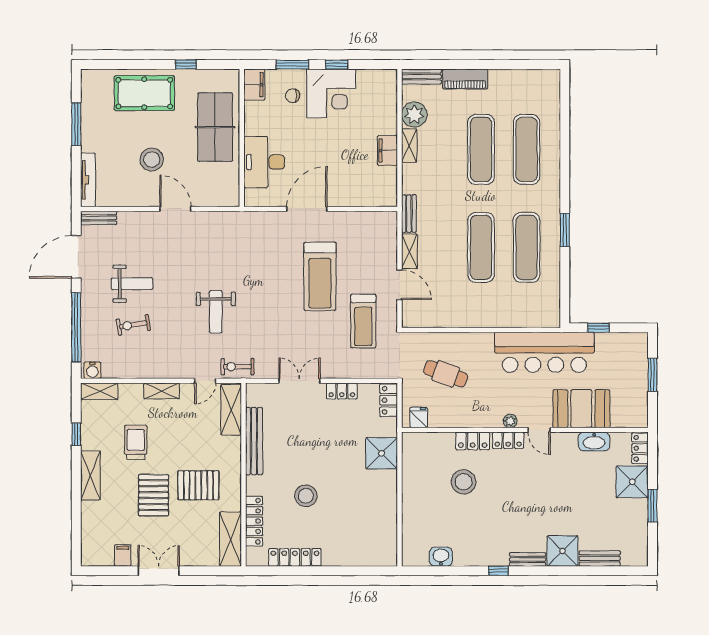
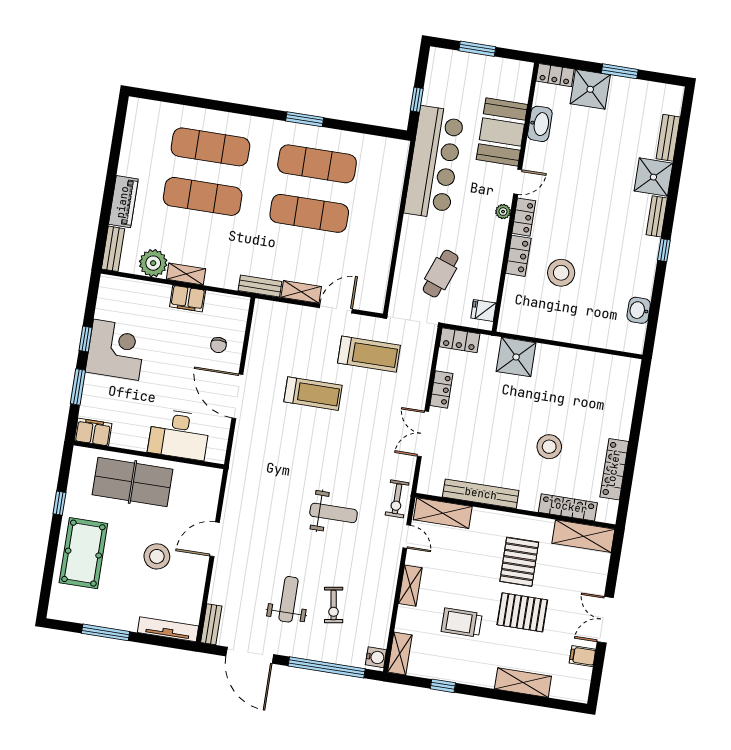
chair: (293, 96) -> (218, 345), moved
treadmill: (320, 276) -> (313, 394), width x0.73, depth x0.73
shelving: (91, 475) -> (523, 683), moved

